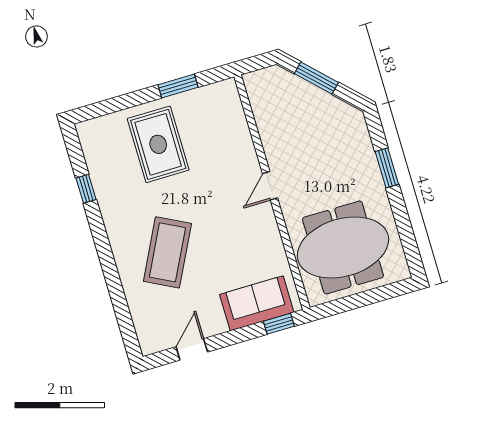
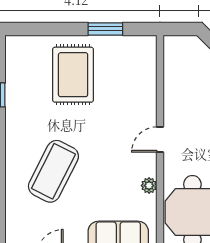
plant: (273, 238) -> (149, 186), added

